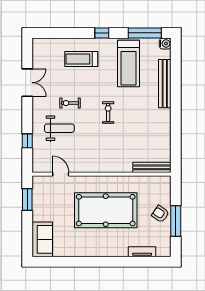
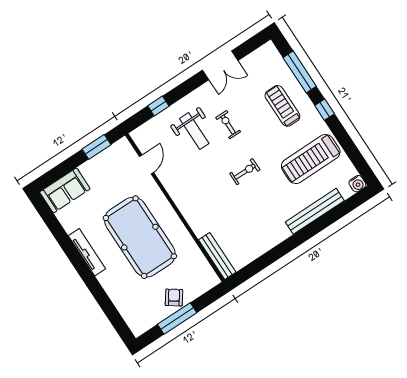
window: (145, 33) -> (300, 72), moved
tv unit: (142, 252) -> (87, 252), moved, width x1.41

